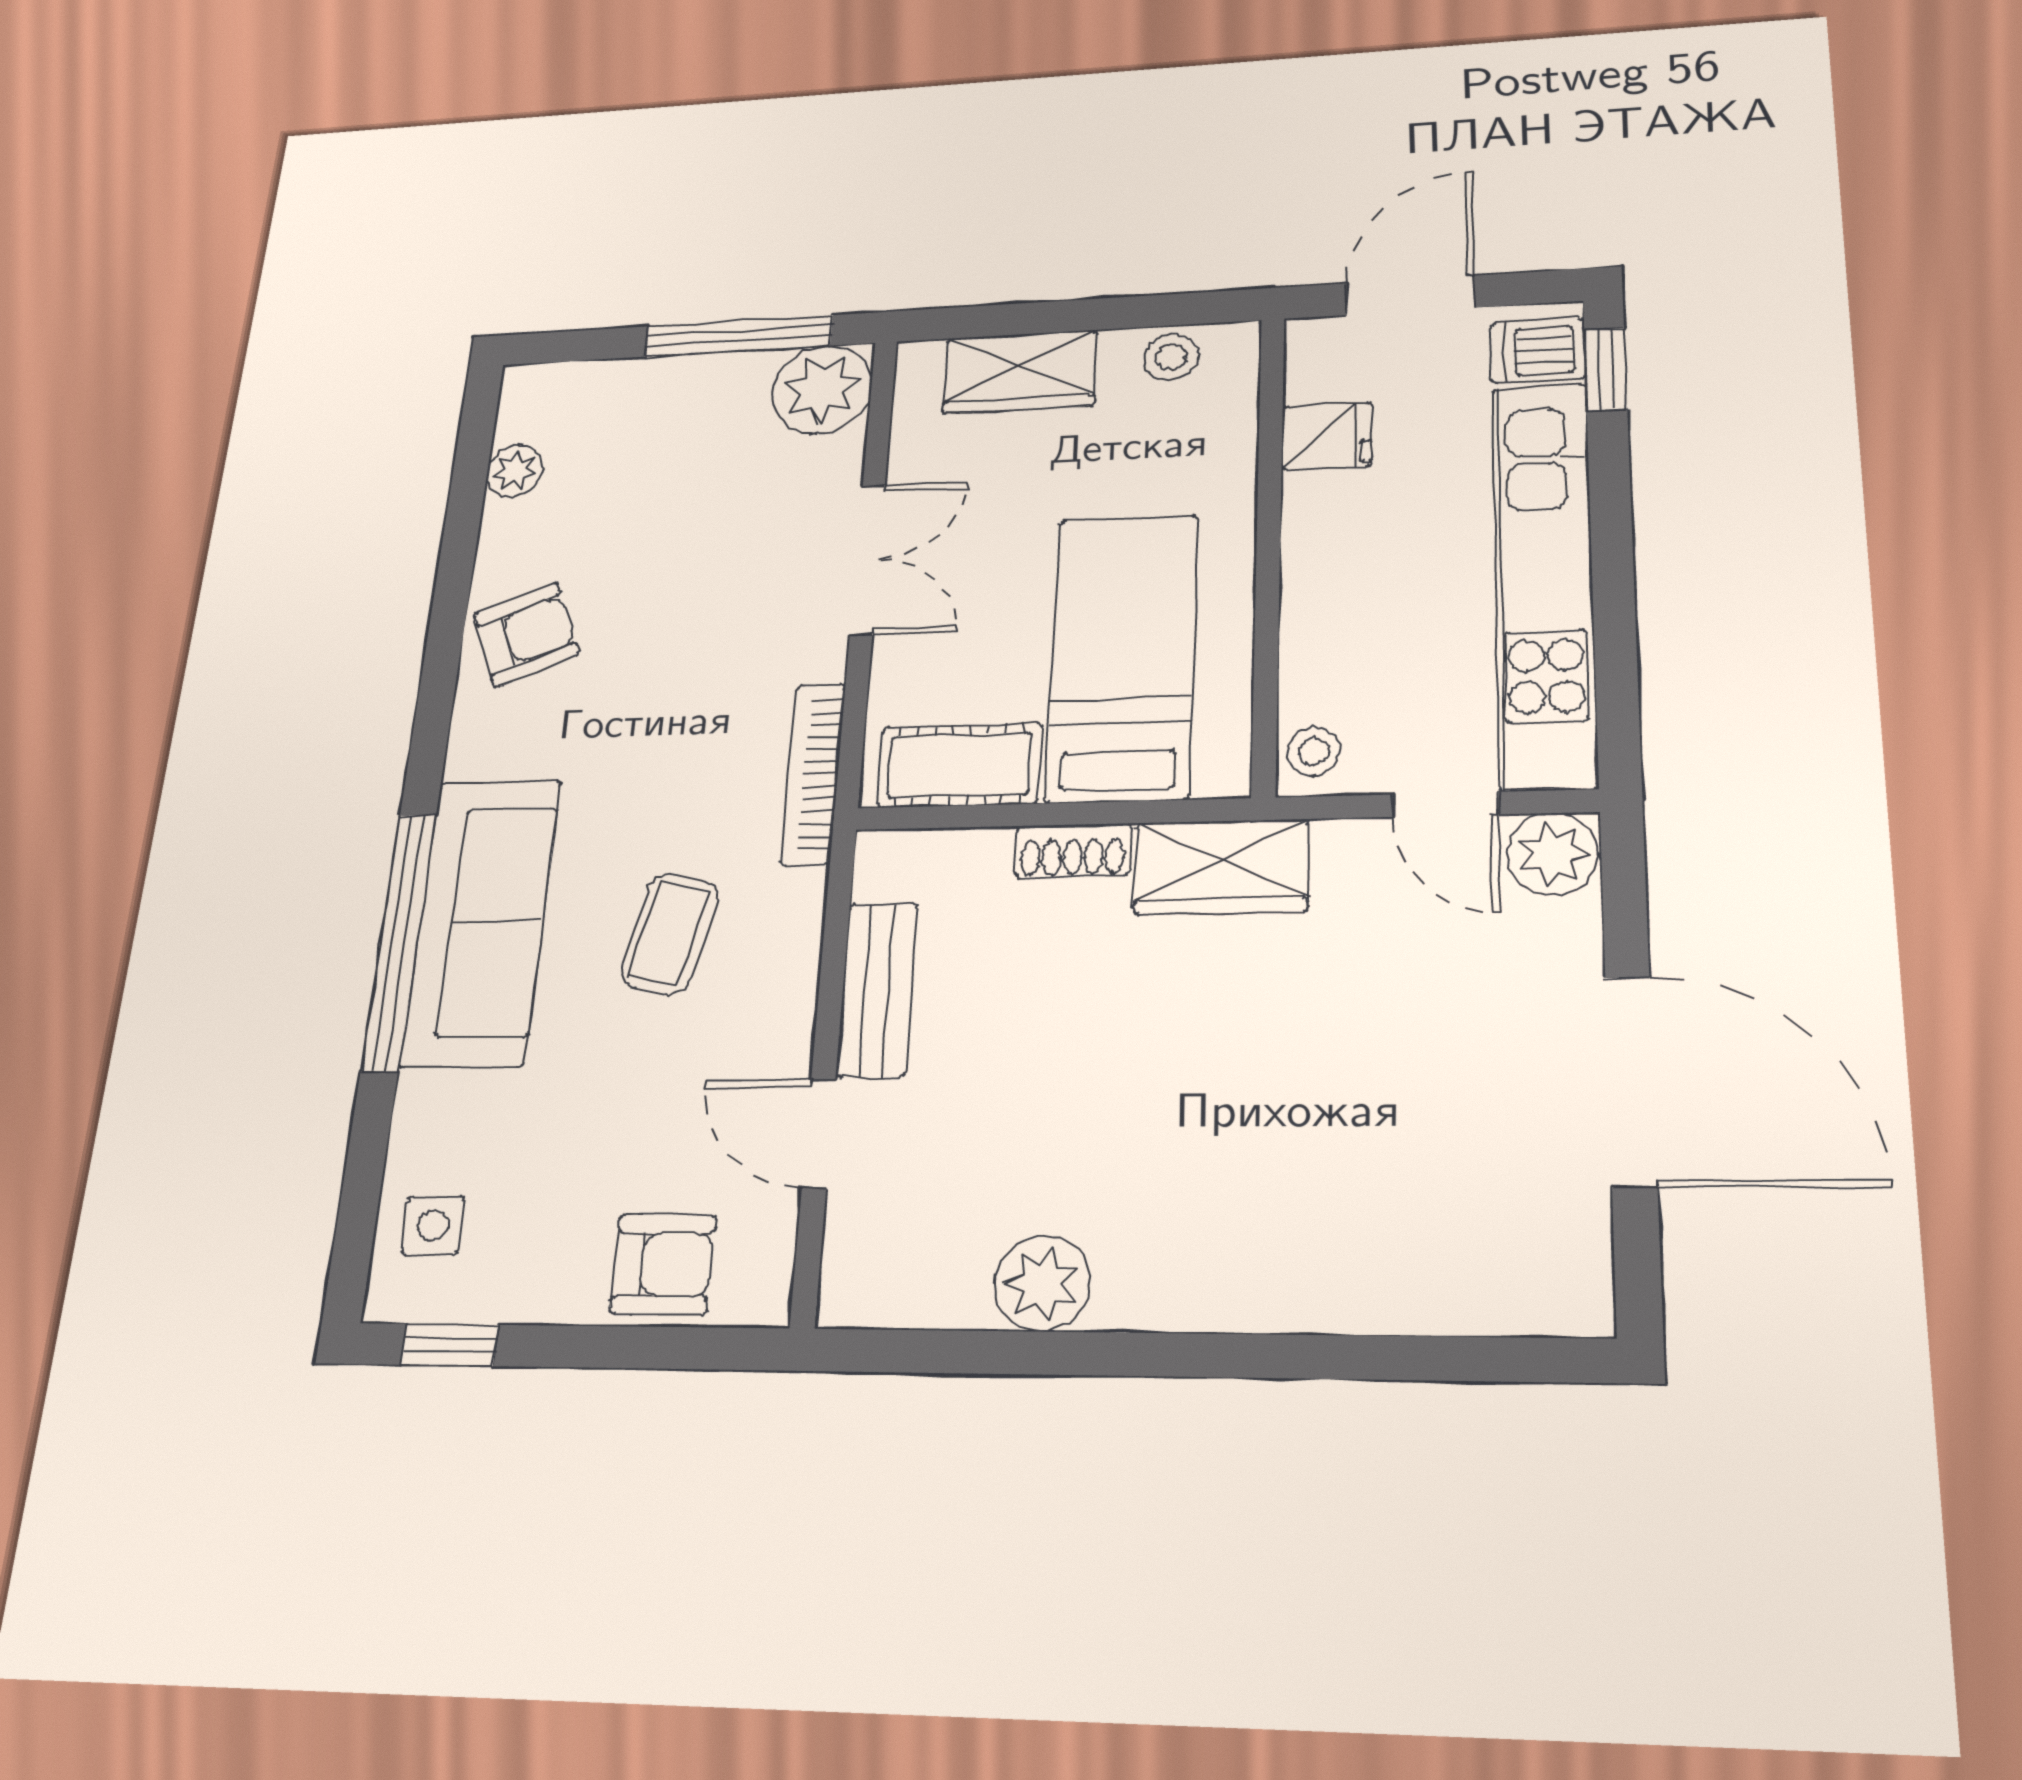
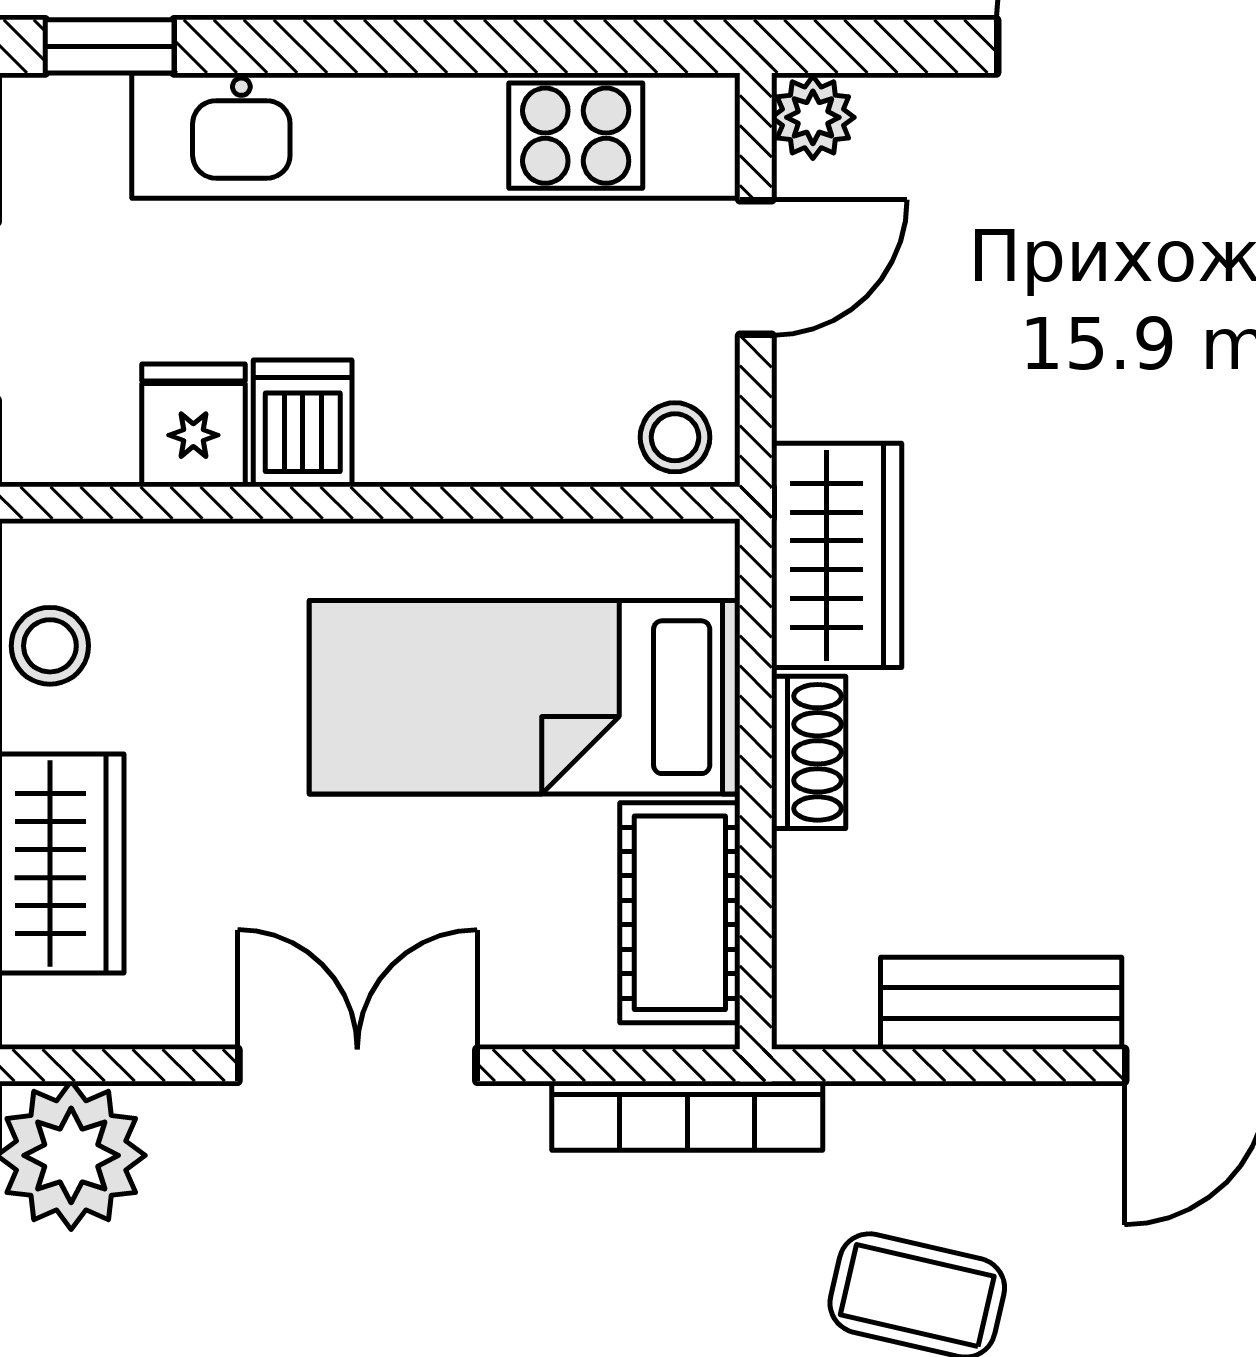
dishwasher: (1538, 351) -> (303, 423), moved, turned 180
plant: (1553, 854) -> (813, 117), width x0.73, depth x0.73

